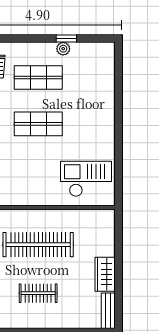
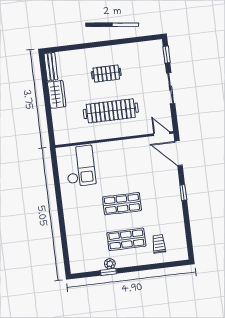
checkout: (86, 179) -> (80, 166), turned -90

